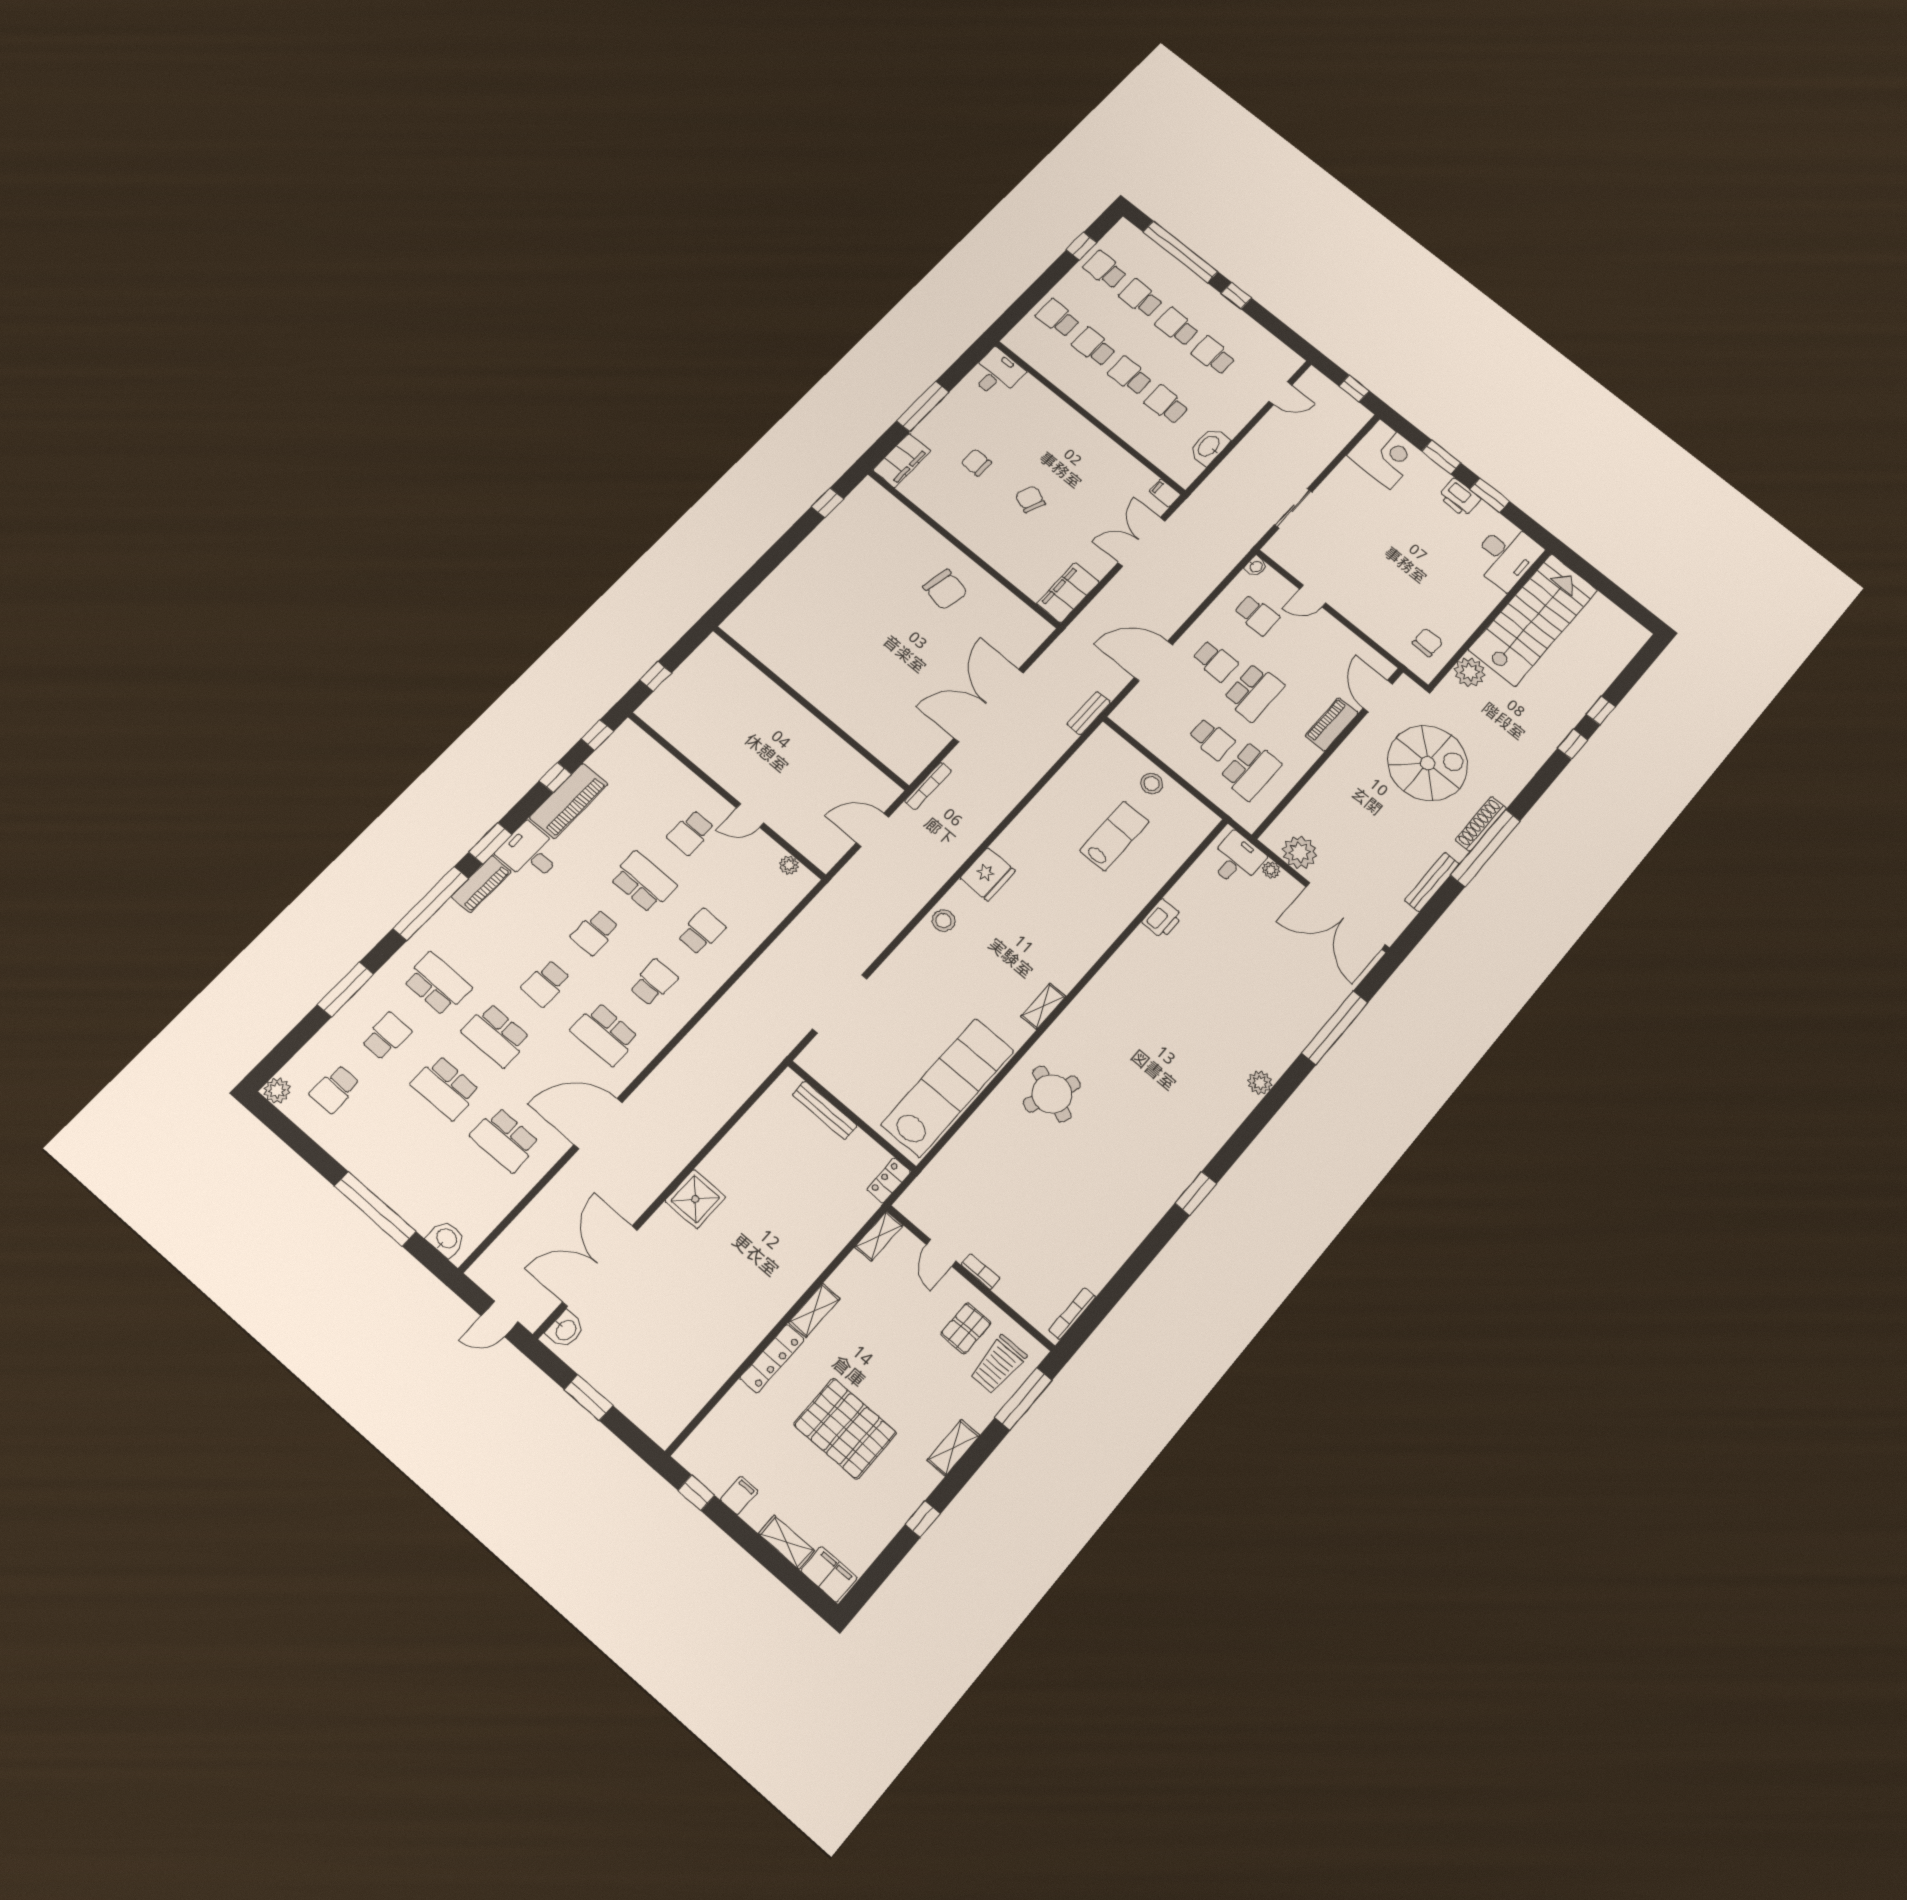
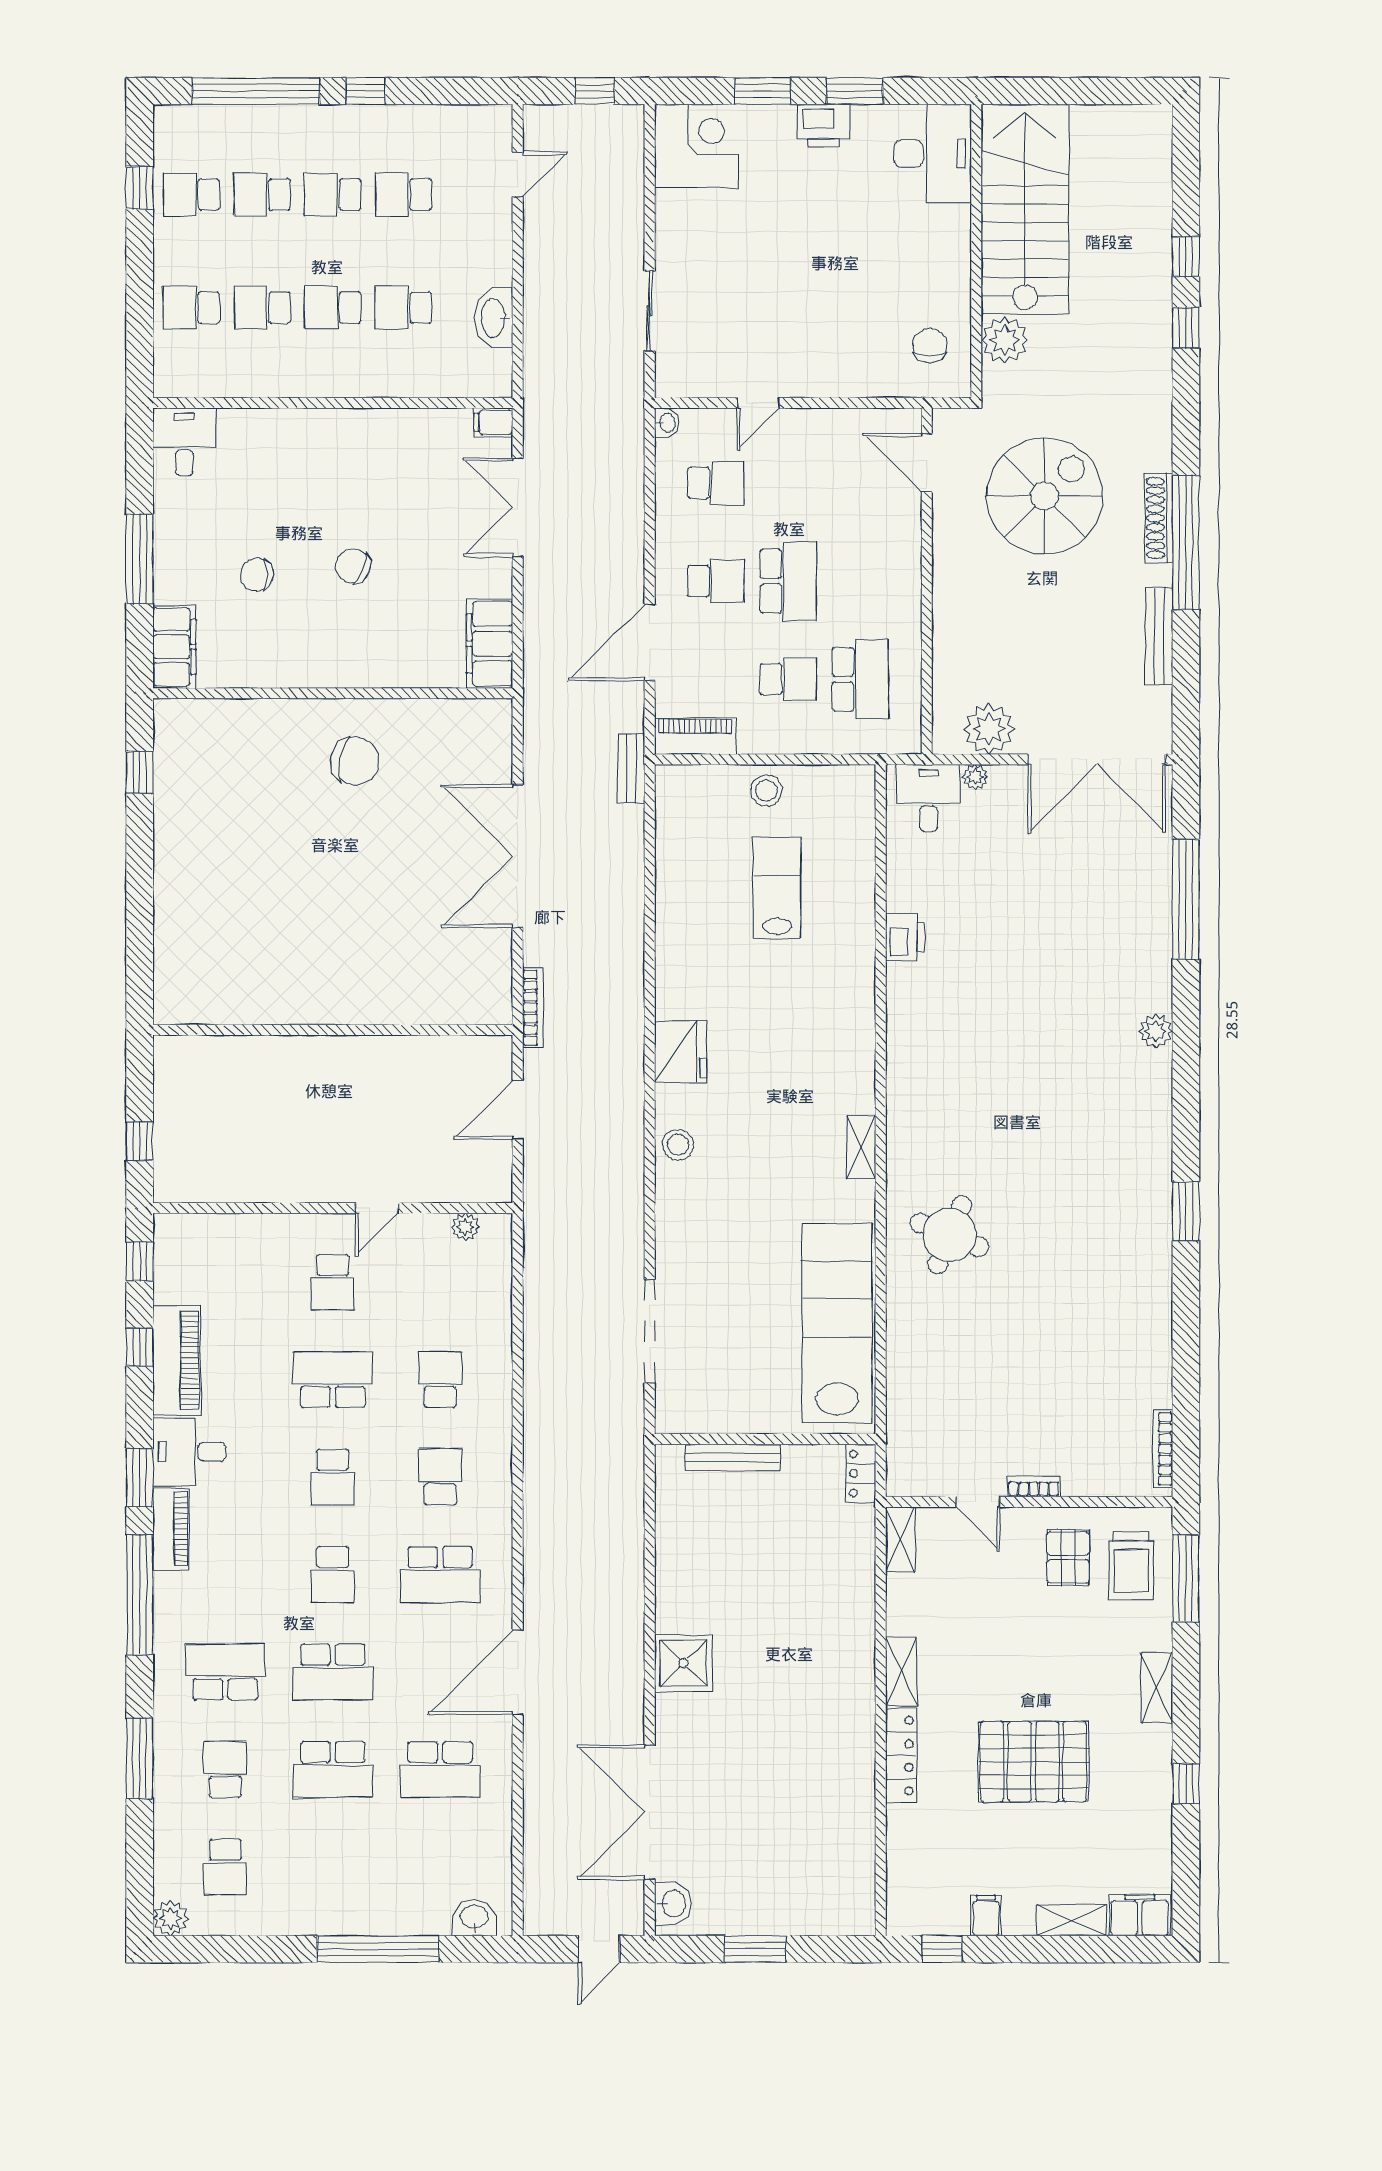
piano: (1332, 724) -> (695, 736), moved, turned 90

